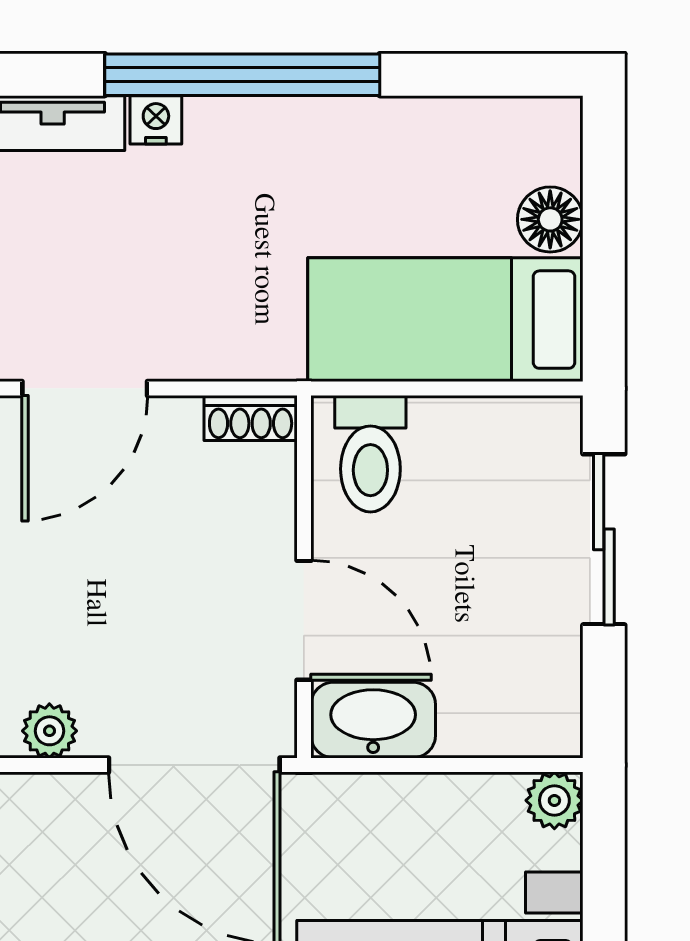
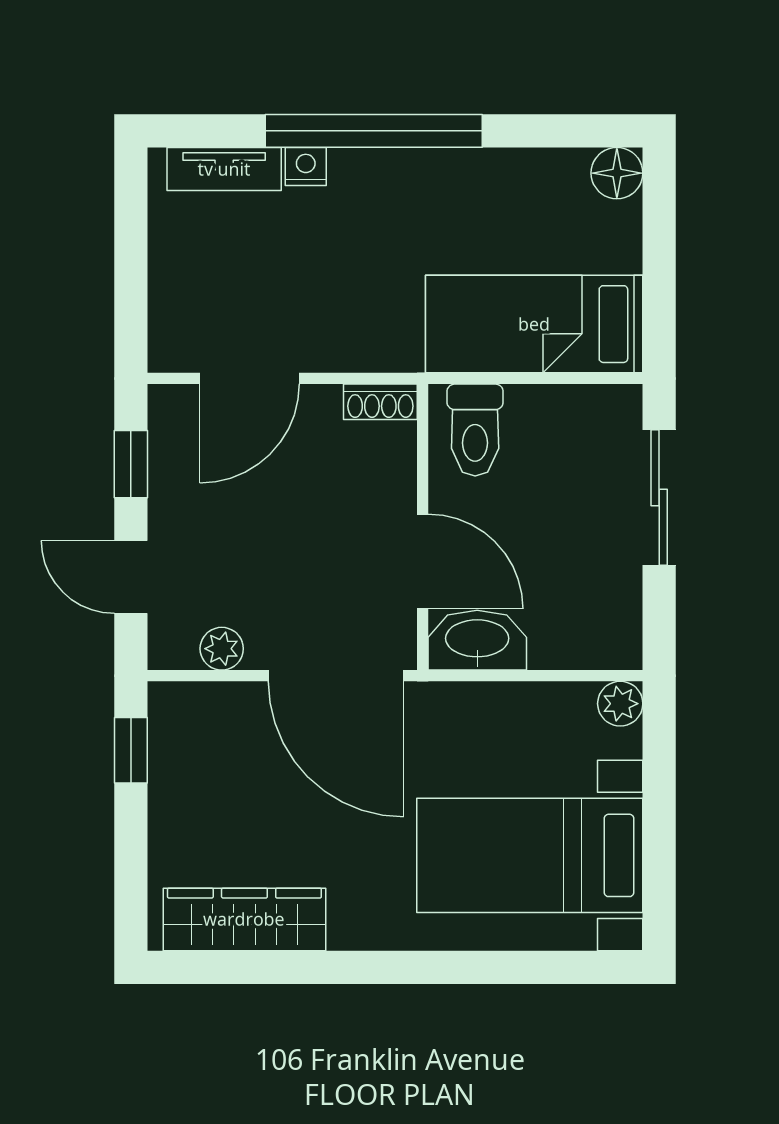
floor lamp: (550, 219) -> (617, 173), moved

